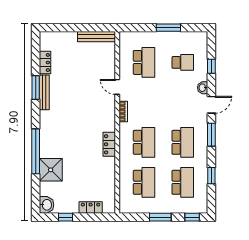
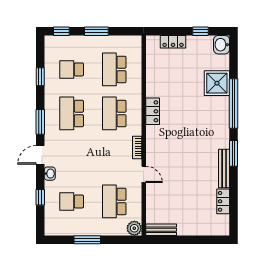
bench: (96, 37) -> (161, 230), width x0.73
plant: (126, 38) -> (134, 228), added
window: (36, 87) -> (234, 153), moved
school desk: (183, 182) -> (72, 69), width x0.54

